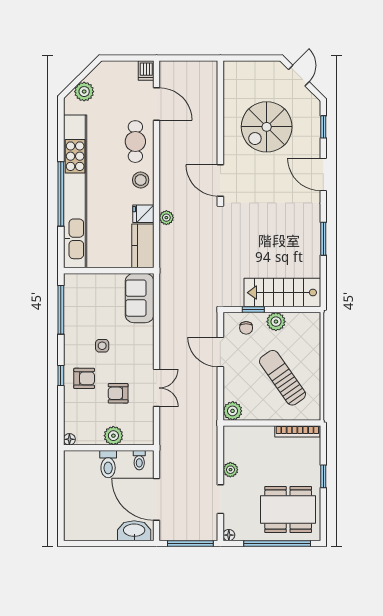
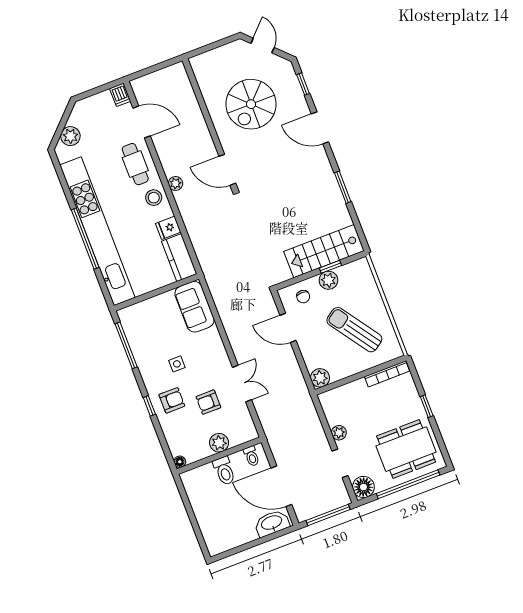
plant: (166, 218) -> (176, 183), moved
window: (253, 310) -> (330, 267), moved
floor lamp: (229, 535) -> (363, 487), width x1.89, depth x1.89

